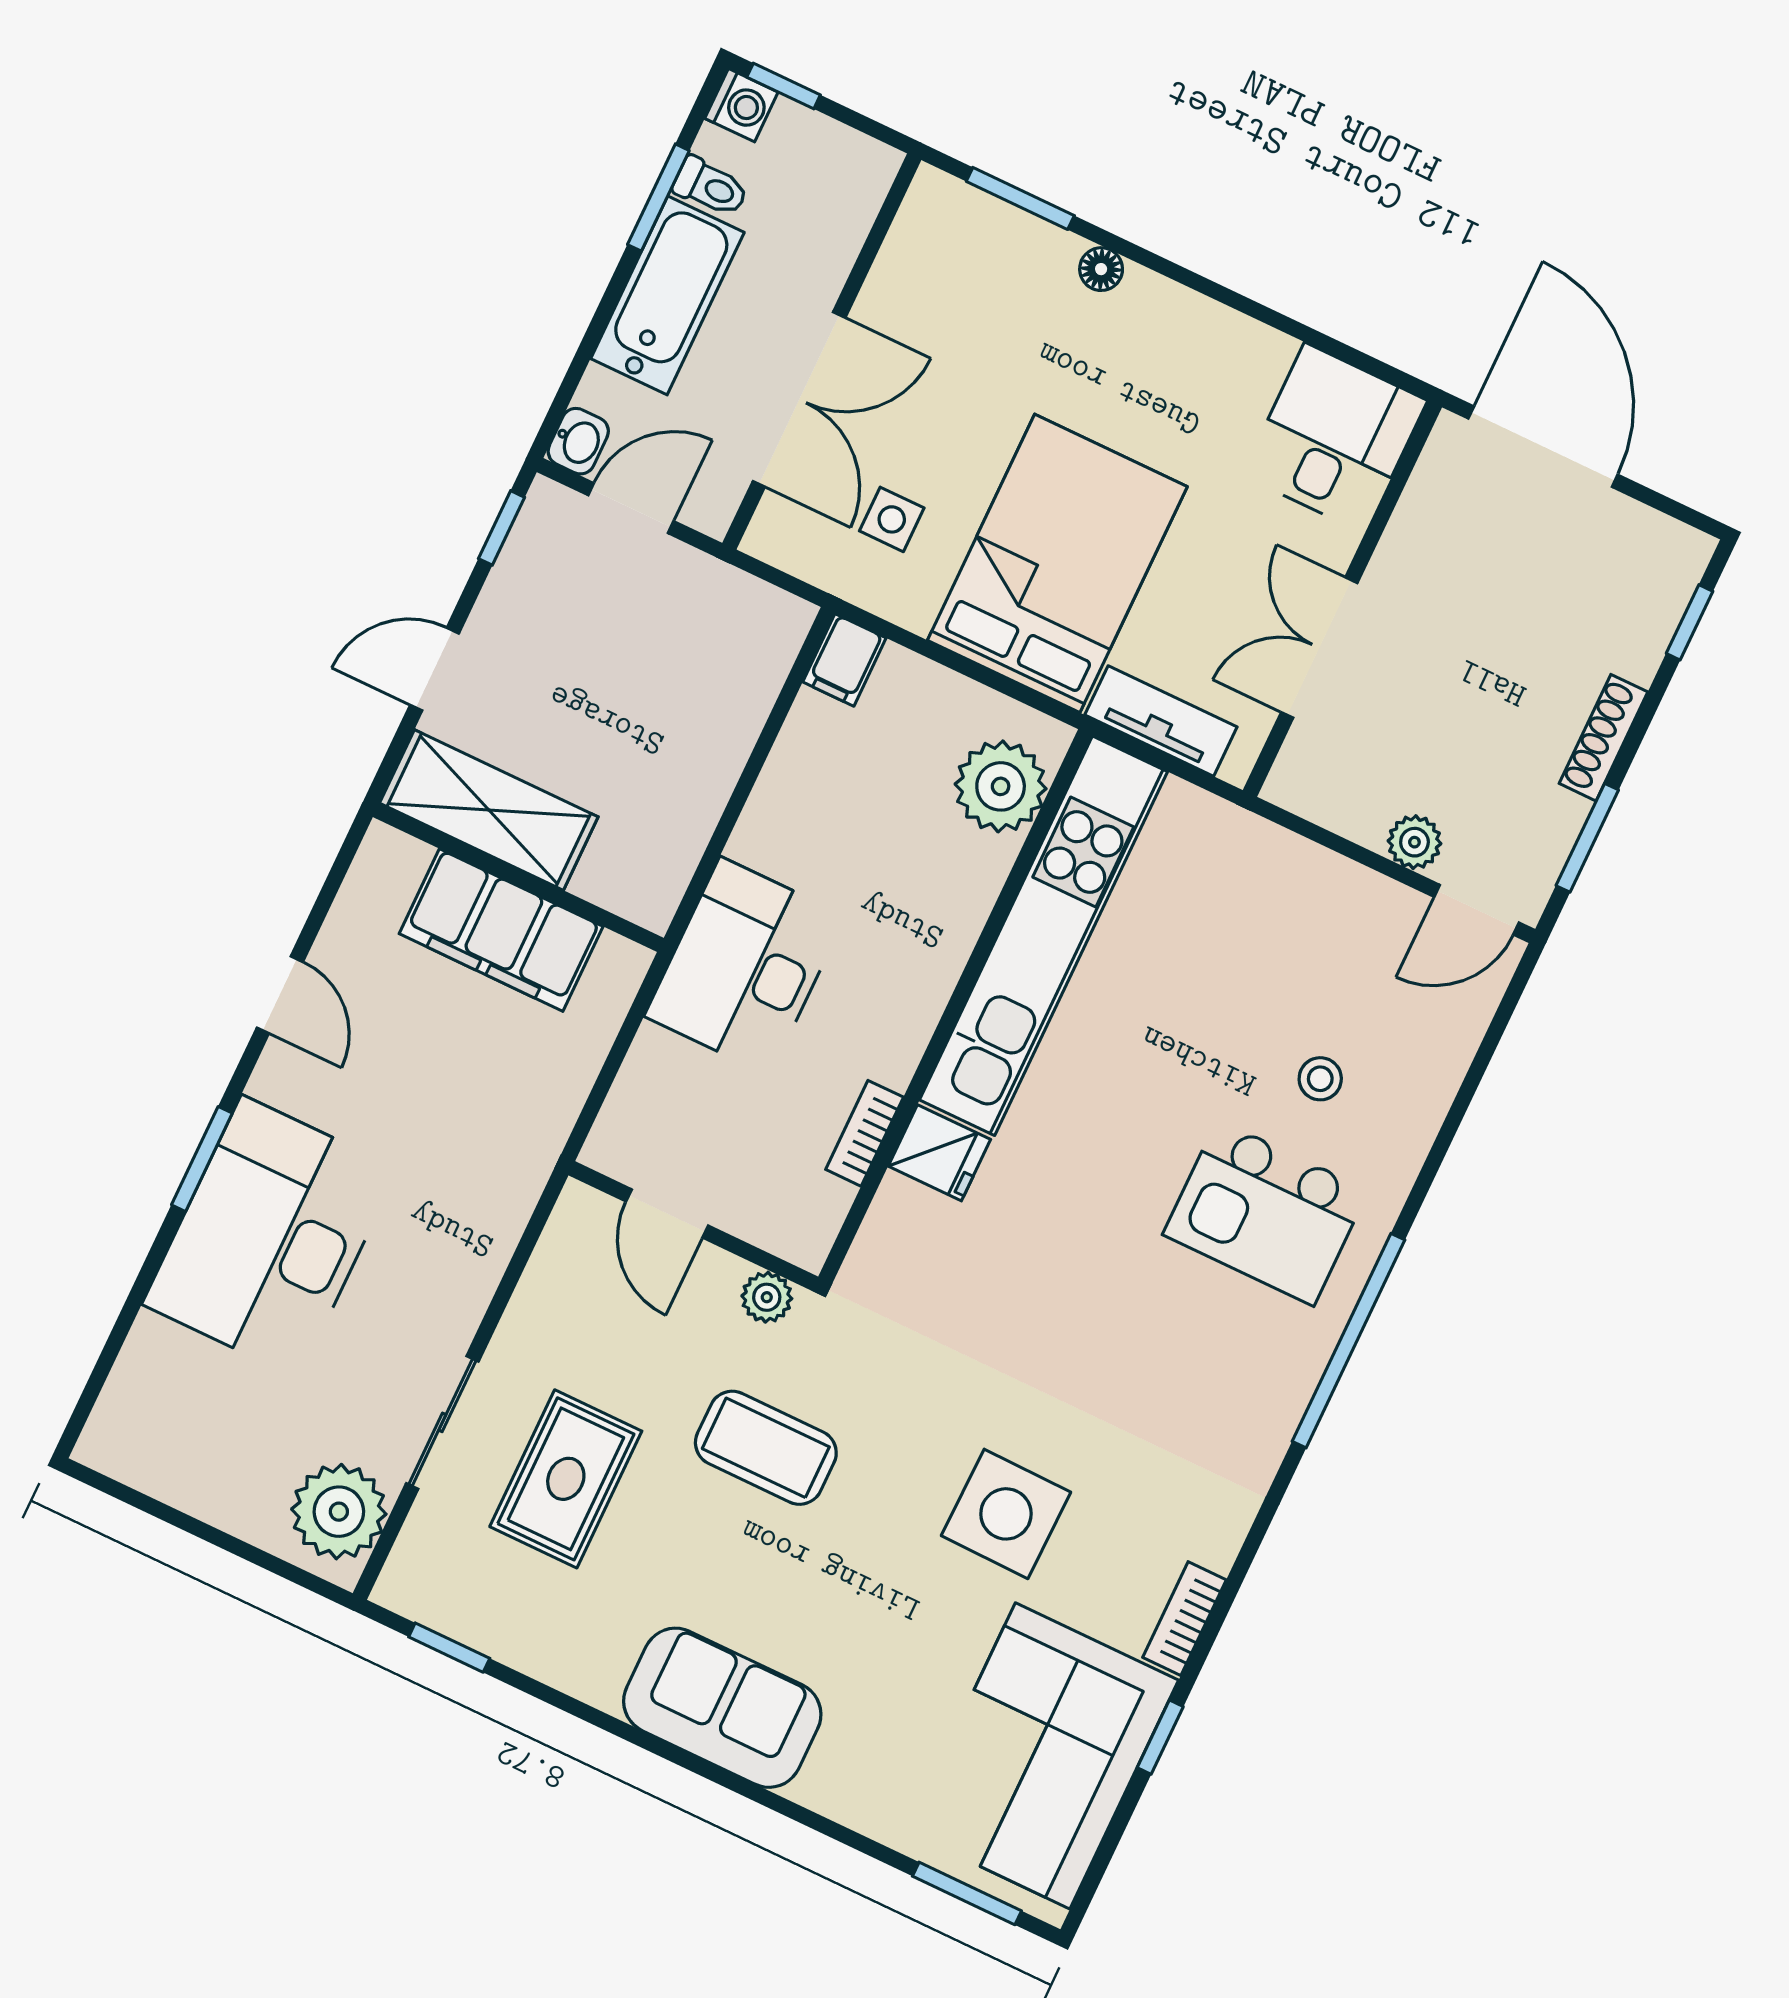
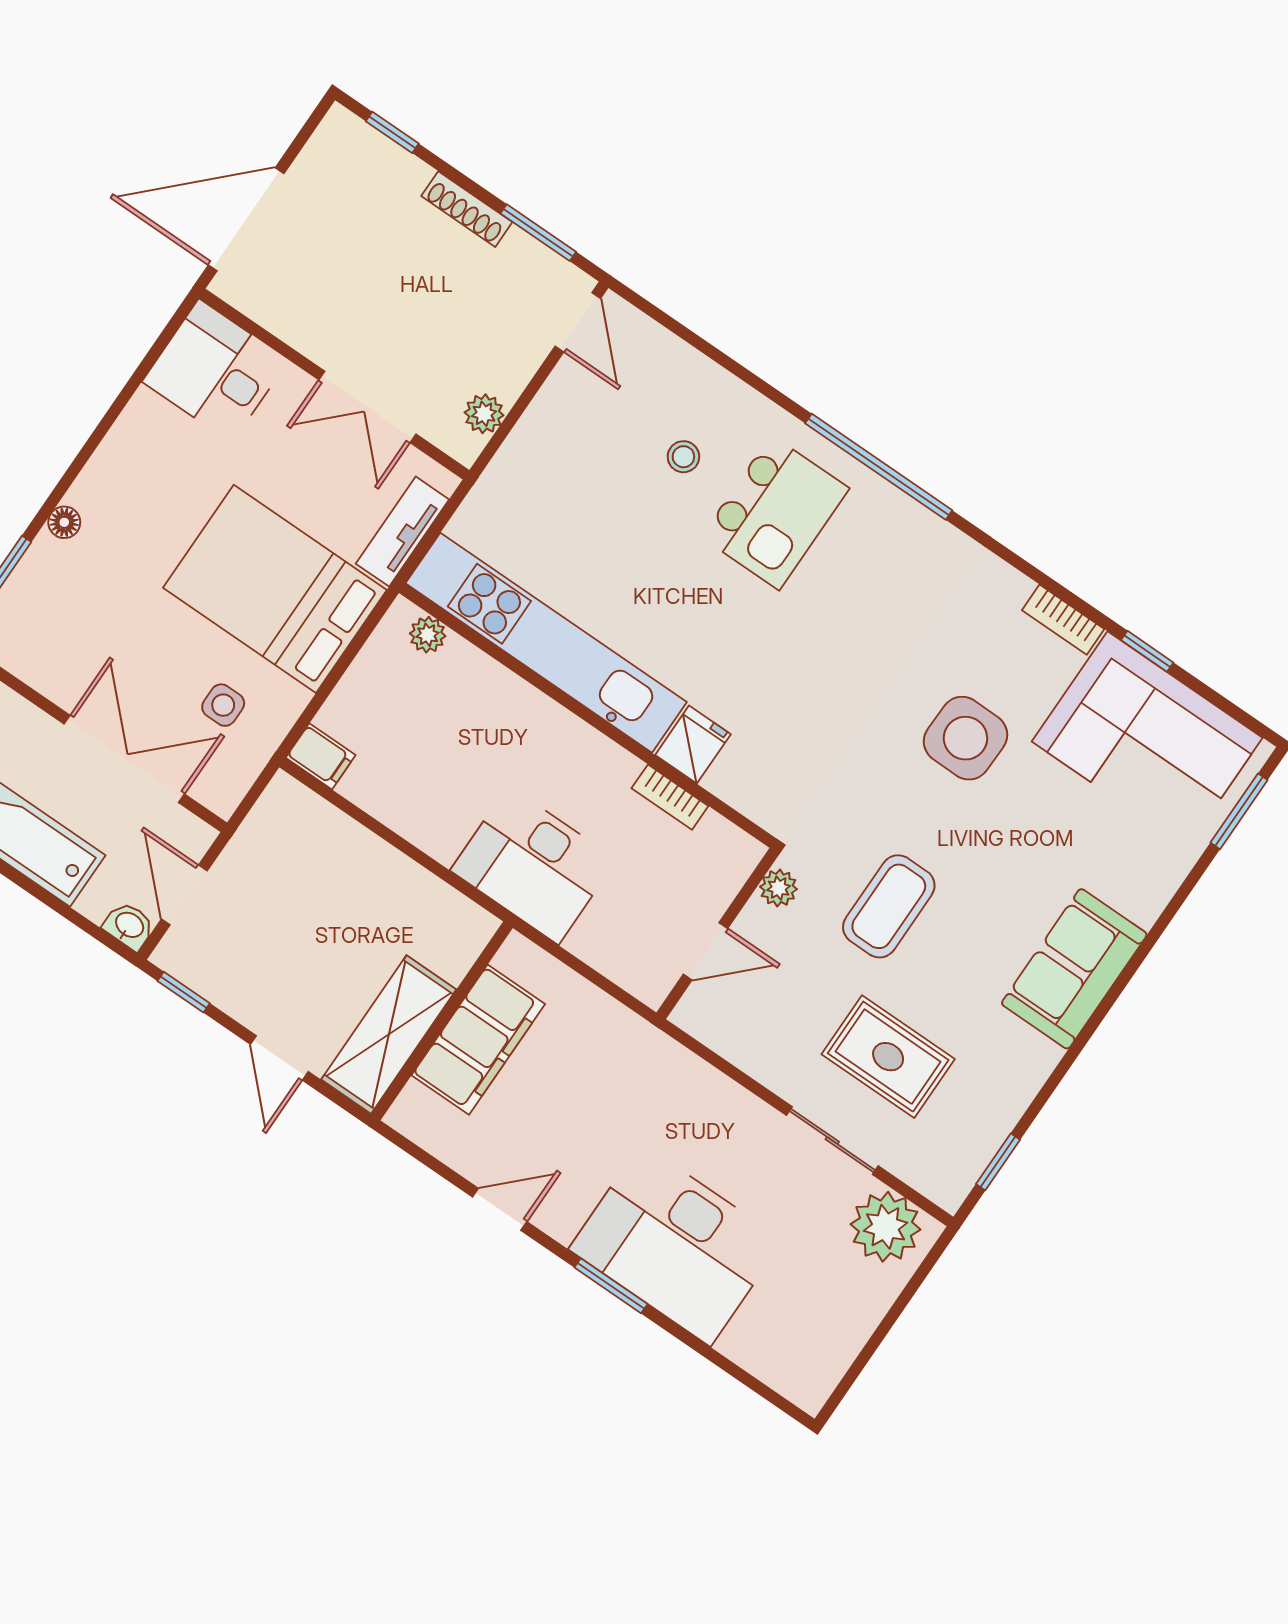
plant: (1001, 786) -> (428, 635), width x0.53, depth x0.53
plant: (1414, 842) -> (484, 414), moved

